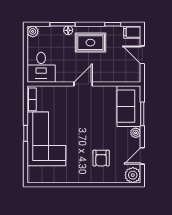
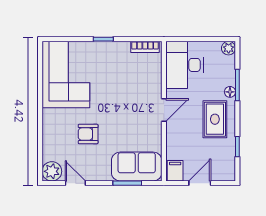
filing cabinet: (132, 32) -> (175, 171), moved
desk: (41, 67) -> (184, 65), width x1.37
door: (83, 84) -> (164, 110), hinge flipped
plant: (136, 133) -> (104, 175), removed
corner sofa: (46, 139) -> (66, 75), moved, turned -90
armchair: (101, 158) -> (88, 134), moved

